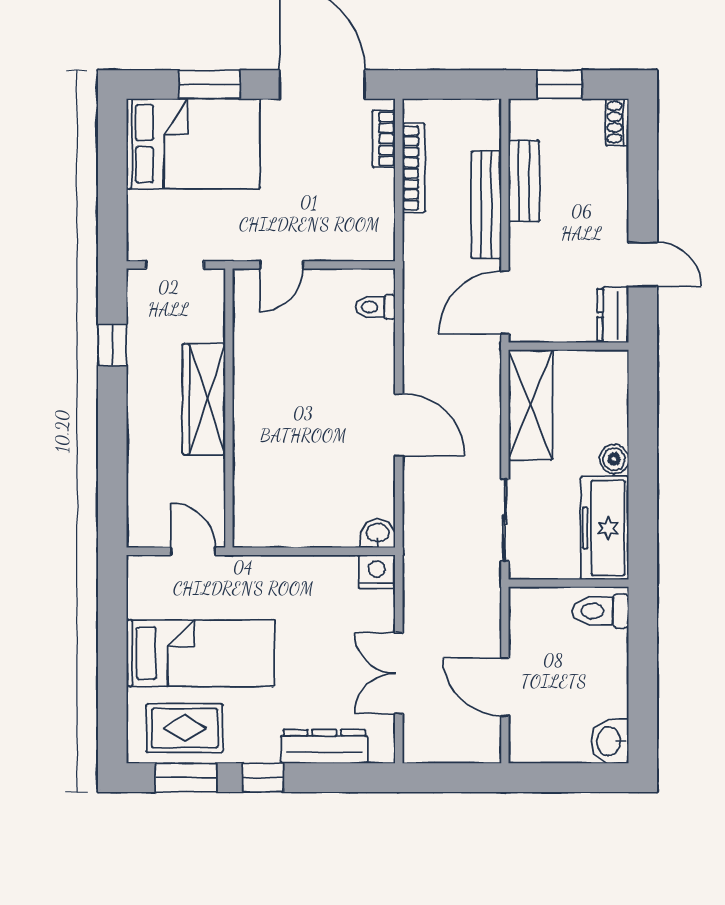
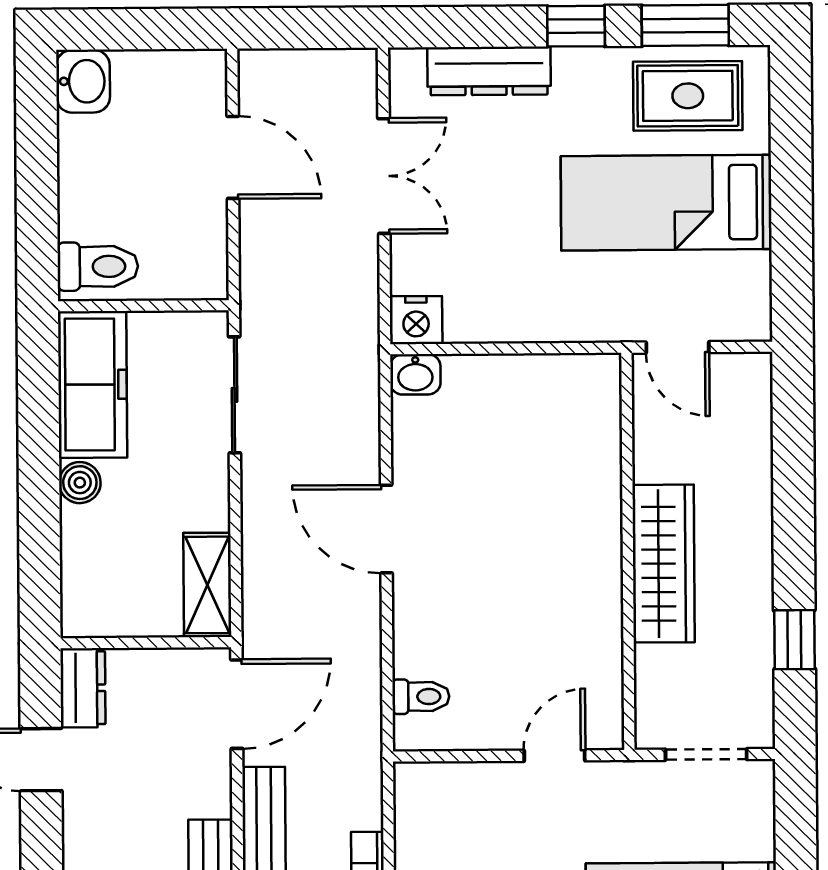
shelving: (530, 405) -> (207, 585), width x0.67, depth x0.75

